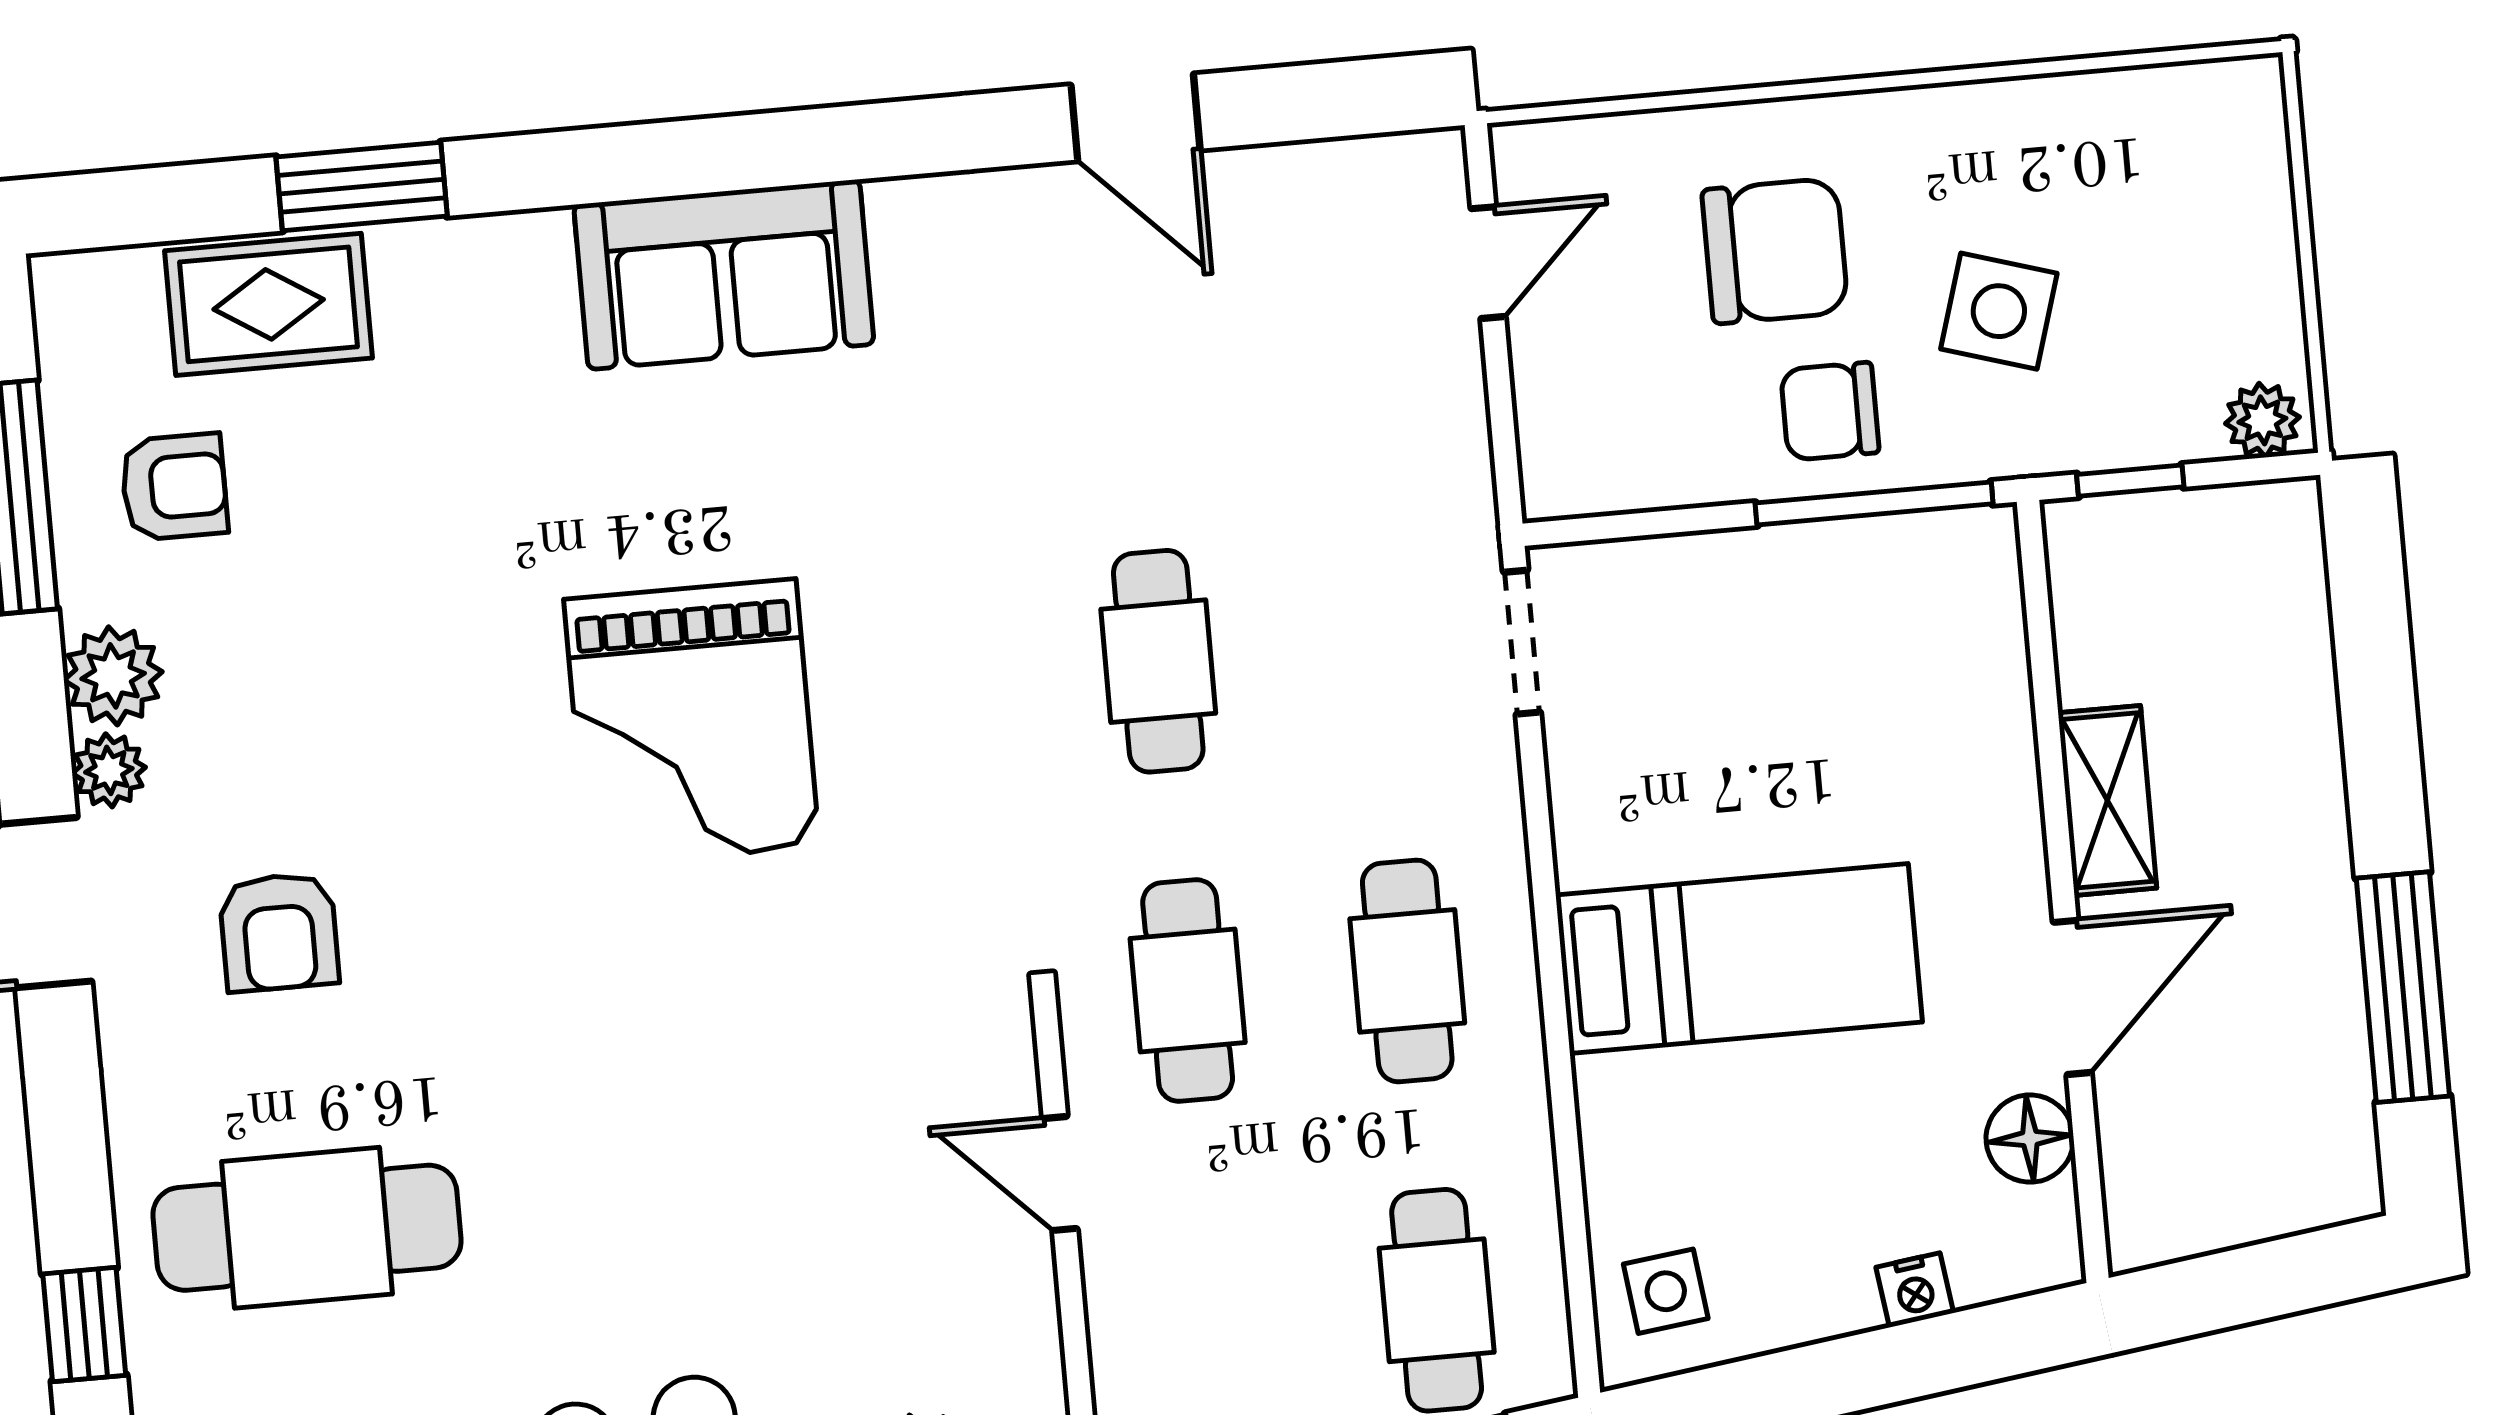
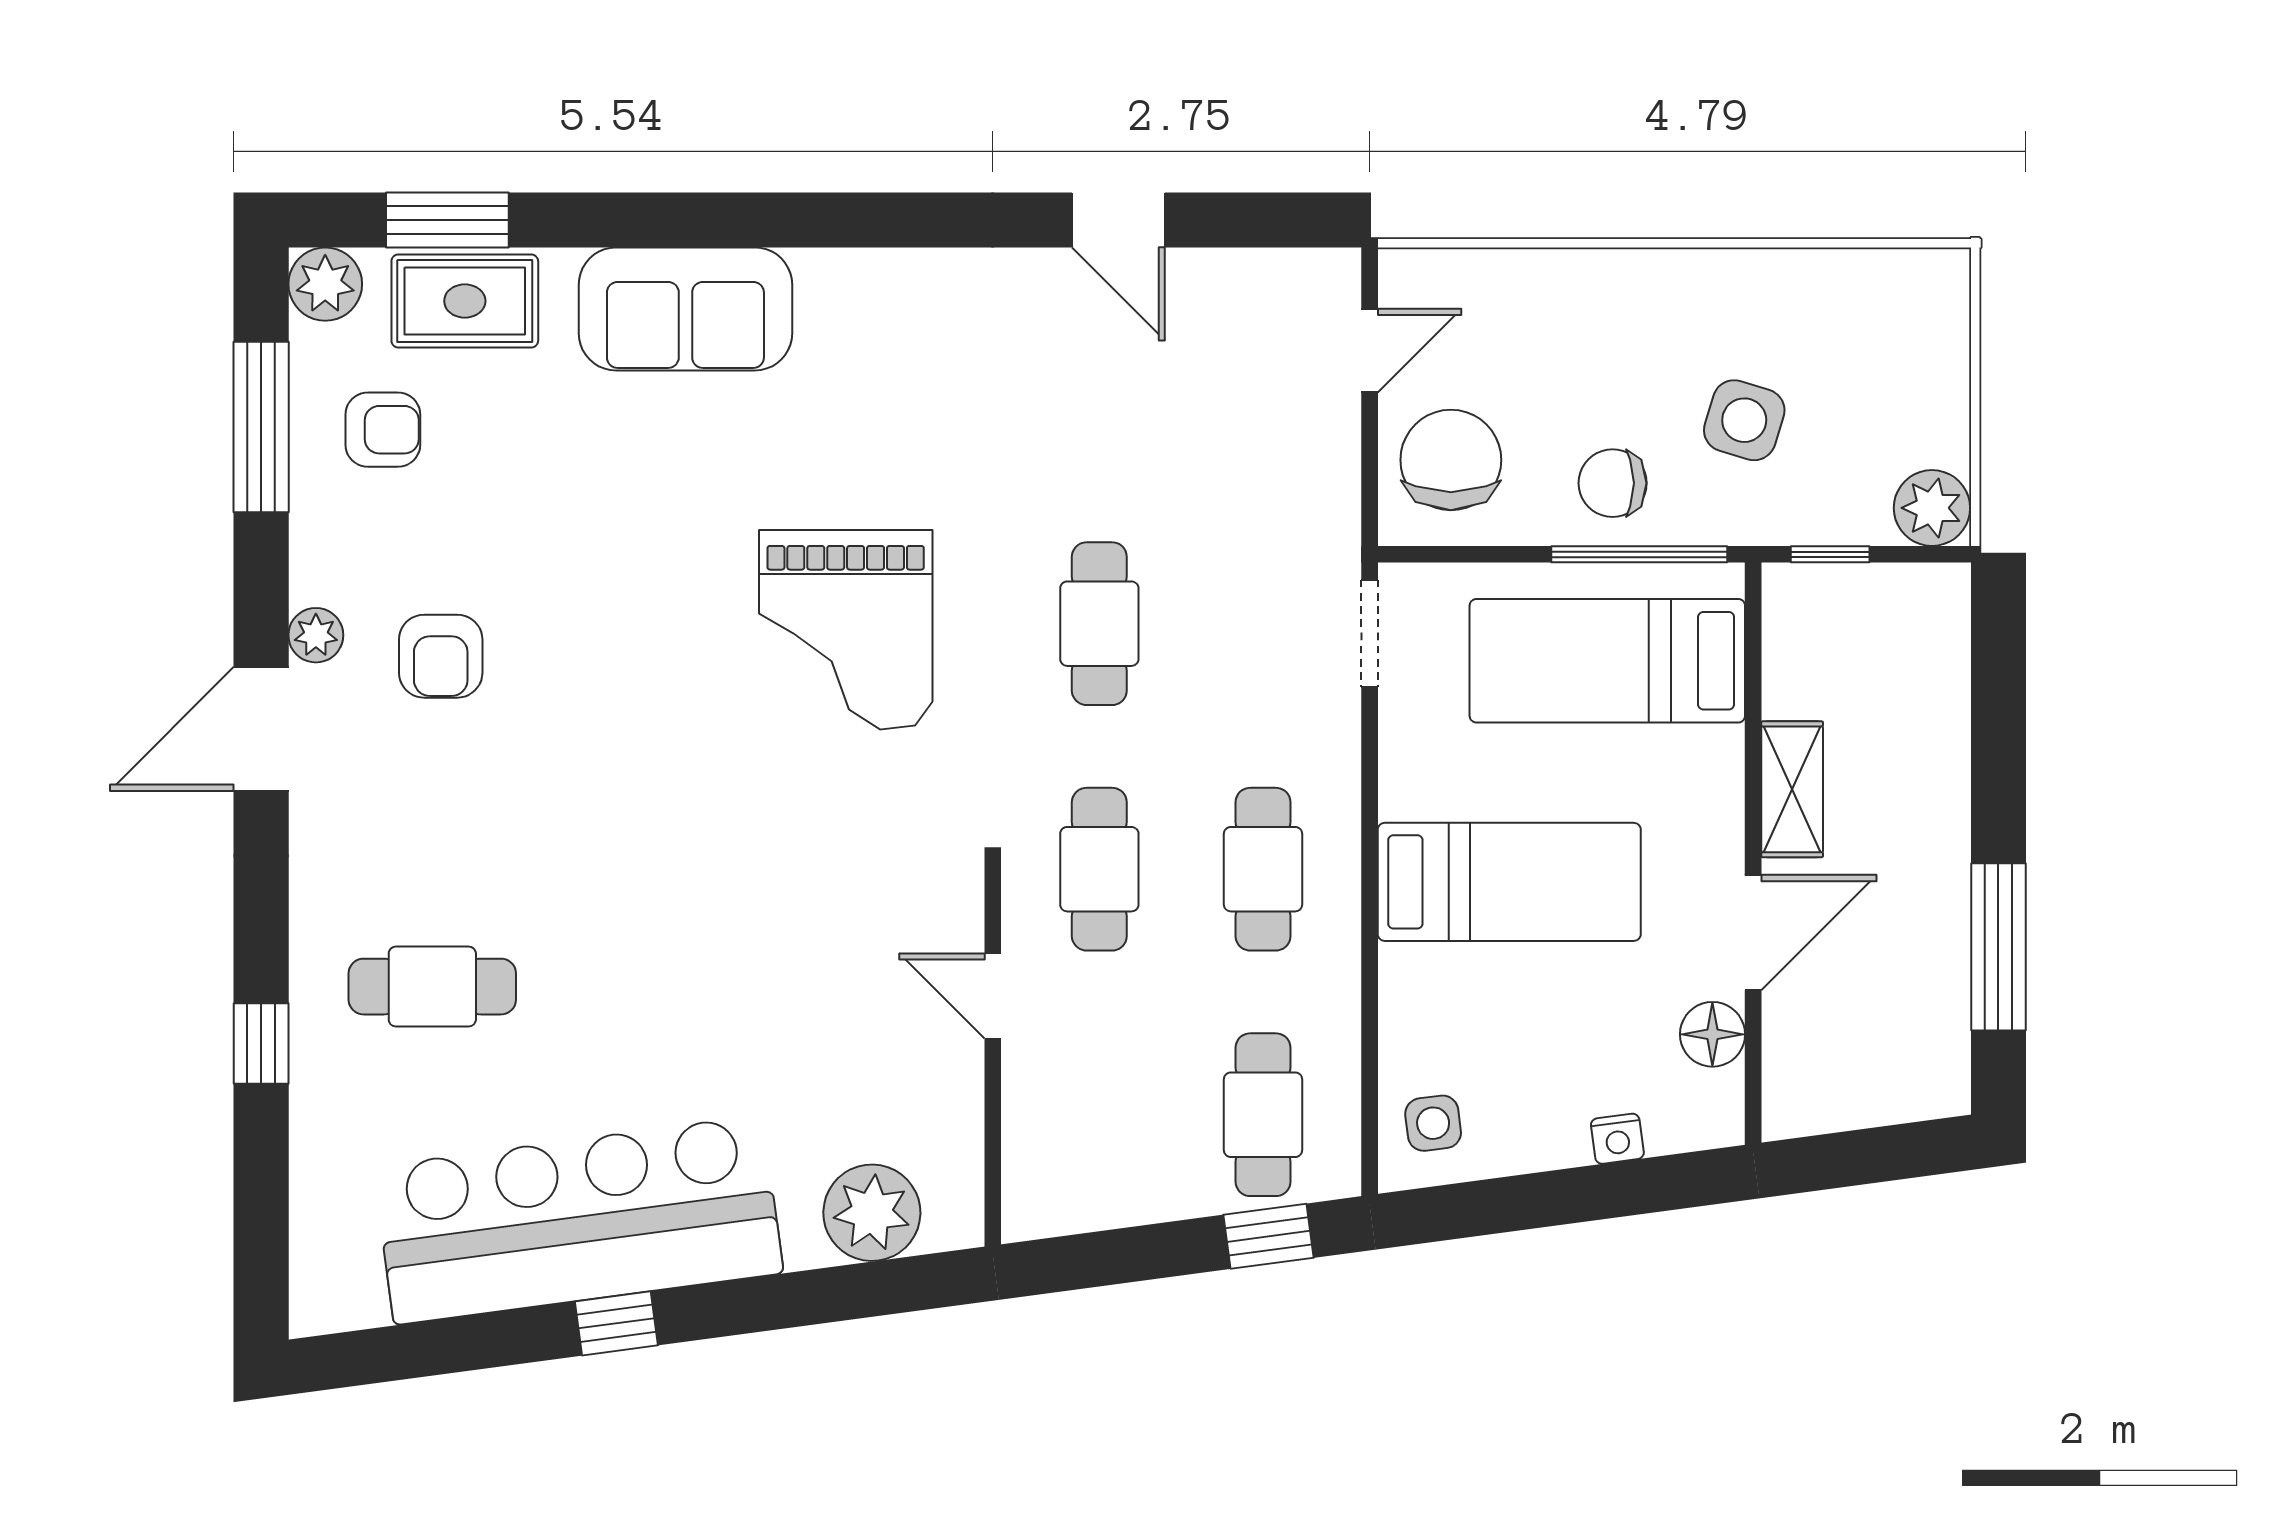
window: (362, 186) -> (447, 220), moved
chair: (1775, 251) -> (1451, 460), moved, turned -90
sofa: (724, 274) -> (685, 309), moved
plant: (2262, 420) -> (1932, 508), width x1.38, depth x1.38
bed: (1844, 650) -> (1607, 661), added
plant: (113, 676) -> (325, 284), moved
grand piano: (692, 723) -> (846, 630), moved
armchair: (279, 932) -> (441, 656), moved
cafe table: (307, 1228) -> (432, 987), width x0.73, depth x0.74

